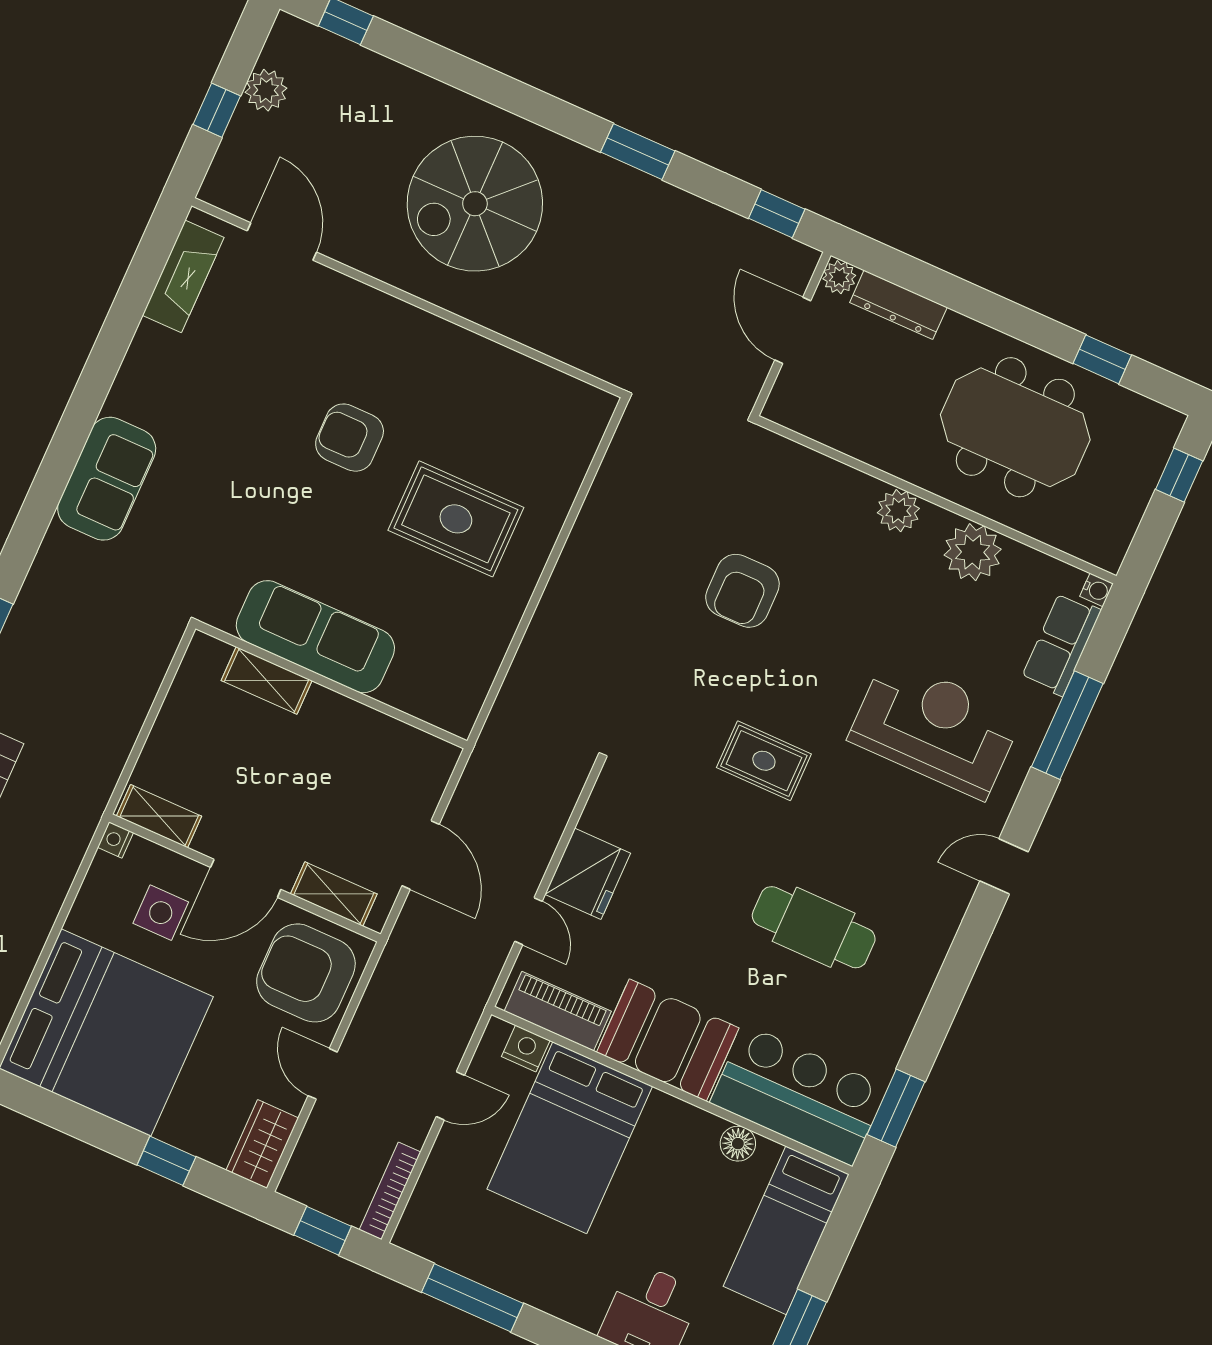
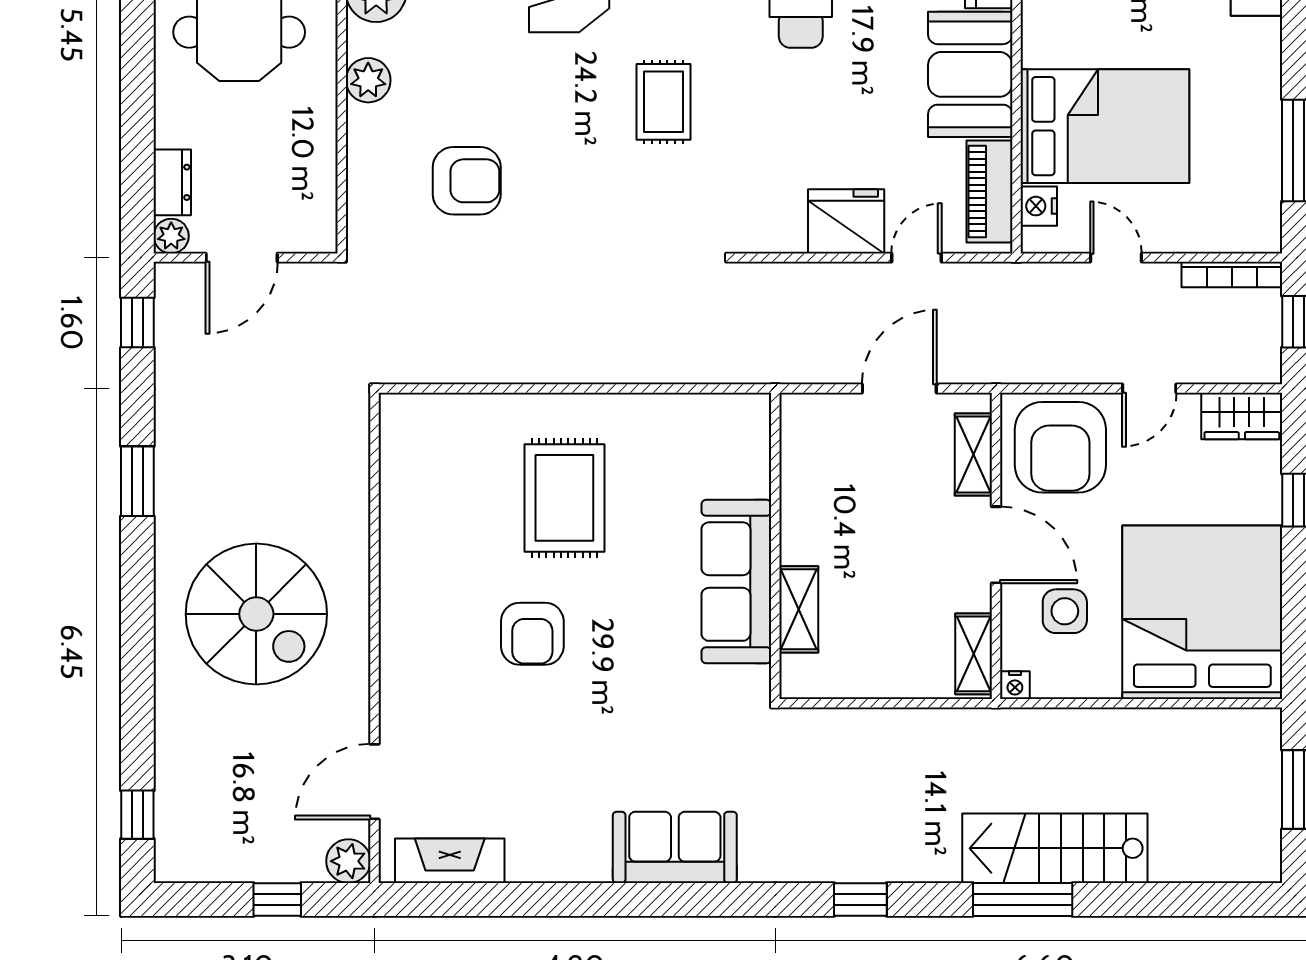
plant: (266, 90) -> (348, 861), moved
dresser: (898, 305) -> (172, 182), width x0.70
armchair: (742, 591) -> (467, 181), moved

